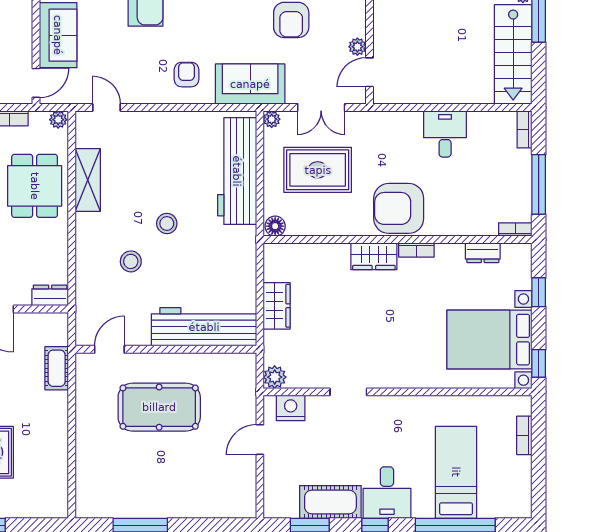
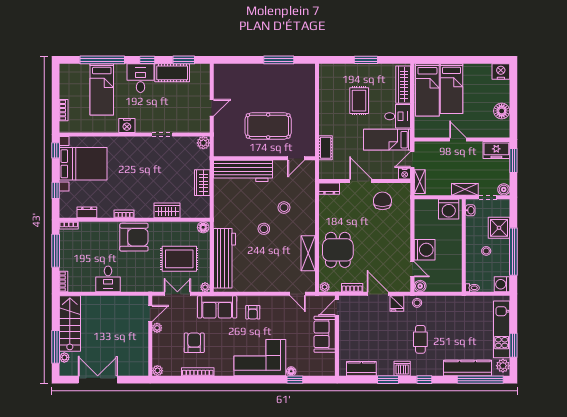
wardrobe: (374, 256) -> (167, 210), moved
nightstand: (291, 408) -> (127, 125), moved

